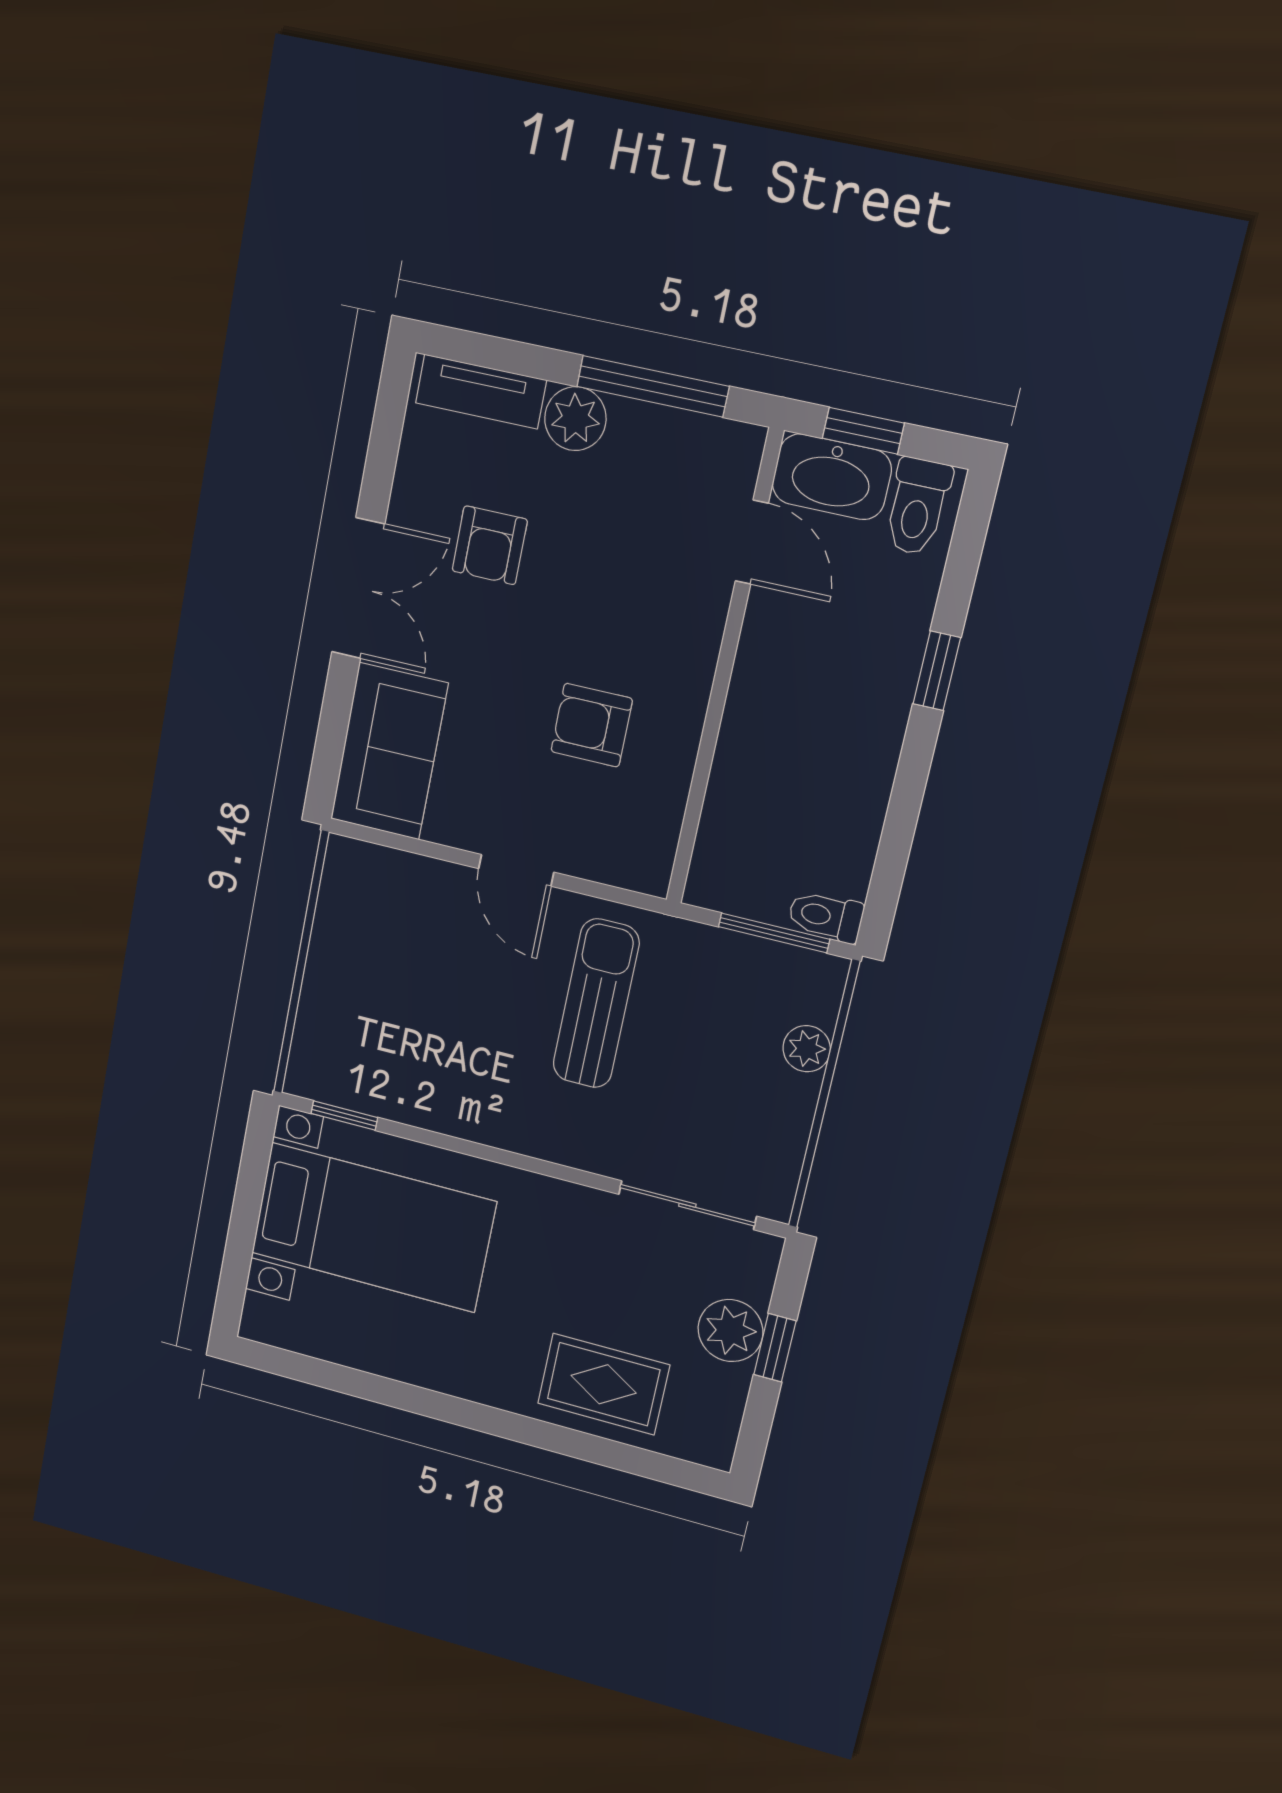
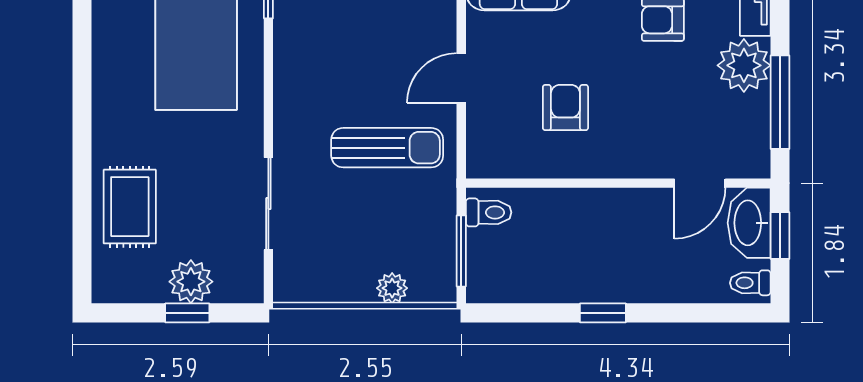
plant: (575, 419) -> (744, 65), width x1.36, depth x1.36
toilet: (917, 506) -> (750, 283), width x0.73, depth x0.72
window: (937, 671) -> (603, 313), moved
toilet: (826, 916) -> (489, 212), moved, turned 90
sliding door: (687, 1205) -> (268, 204), moved

